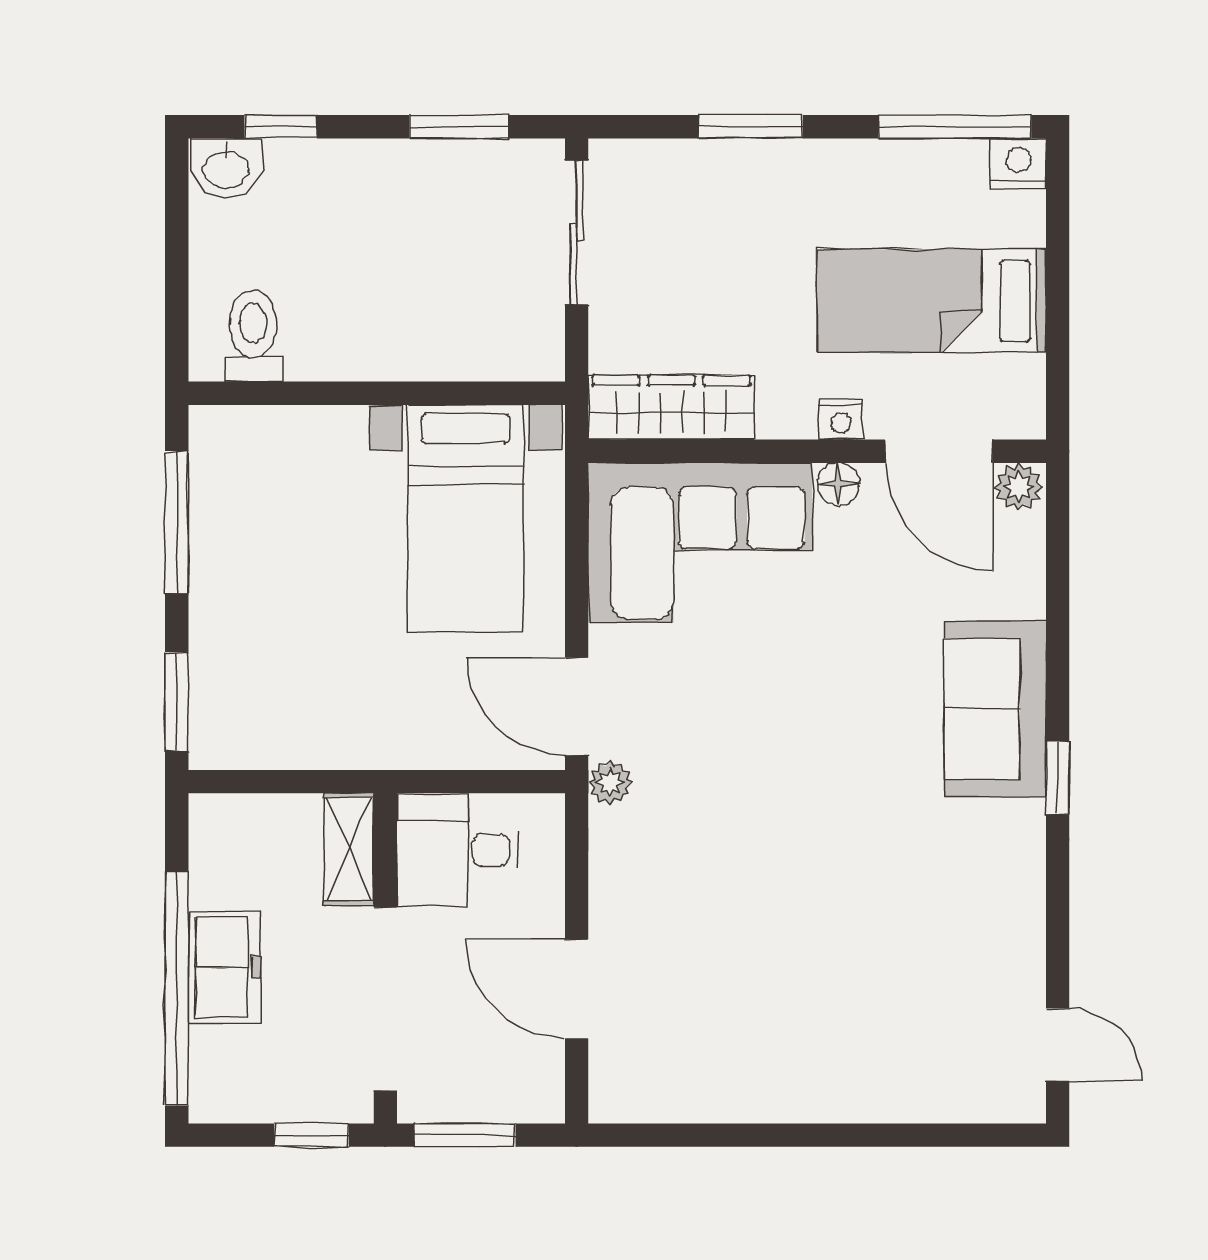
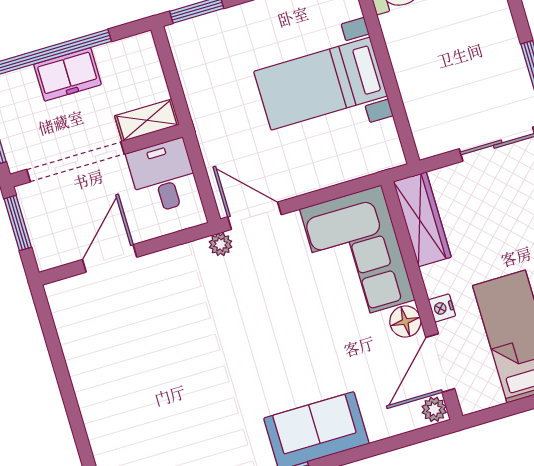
floor lamp: (838, 484) -> (405, 322), width x1.37, depth x1.37
bed with nightstands: (465, 518) -> (321, 84), moved
door: (577, 706) -> (255, 216), hinge flipped

